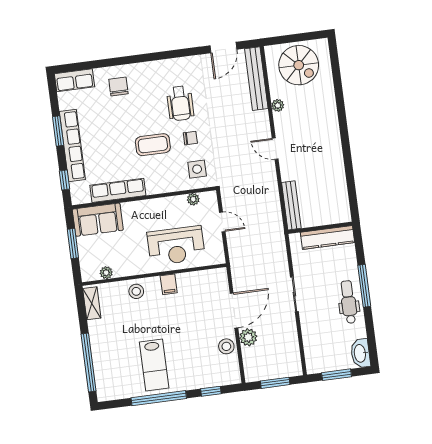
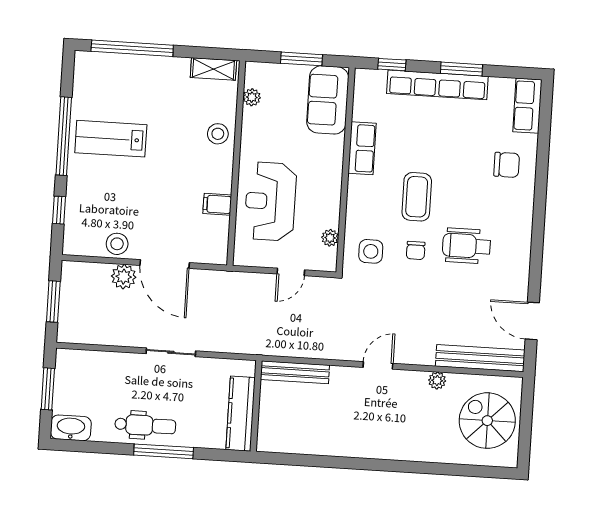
spiral stairs: (299, 65) -> (487, 421), turned 90
row of seats: (118, 190) -> (362, 148), width x0.68
filing cabinet: (169, 284) -> (217, 204), moved

